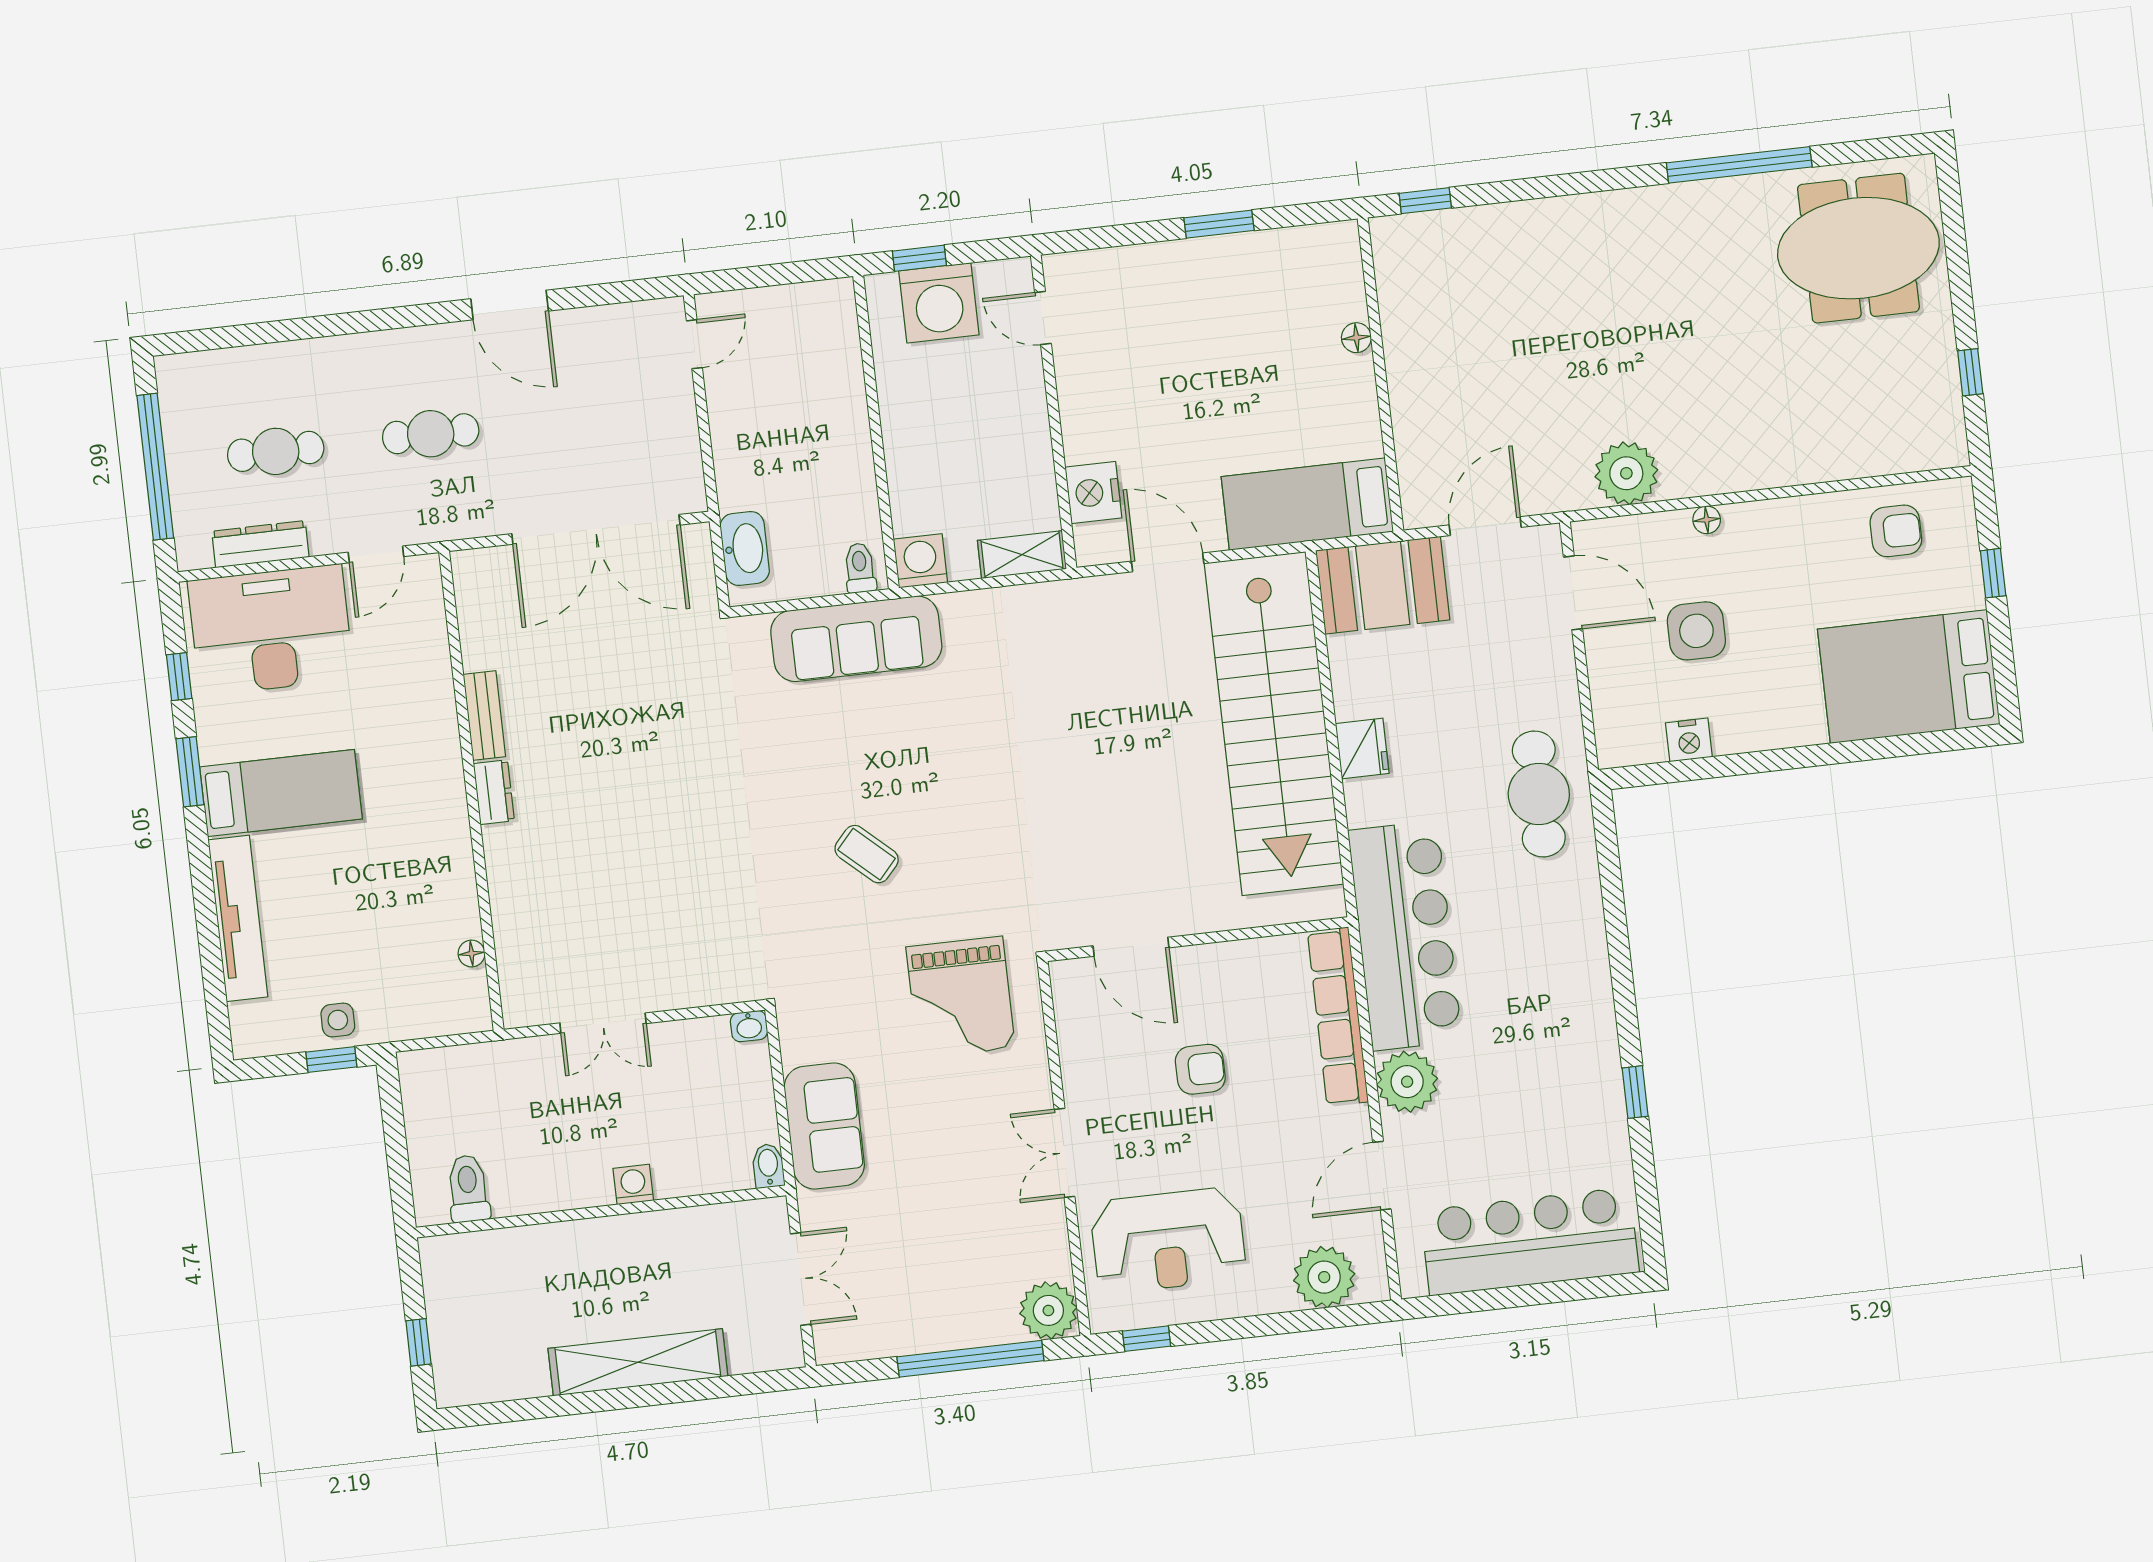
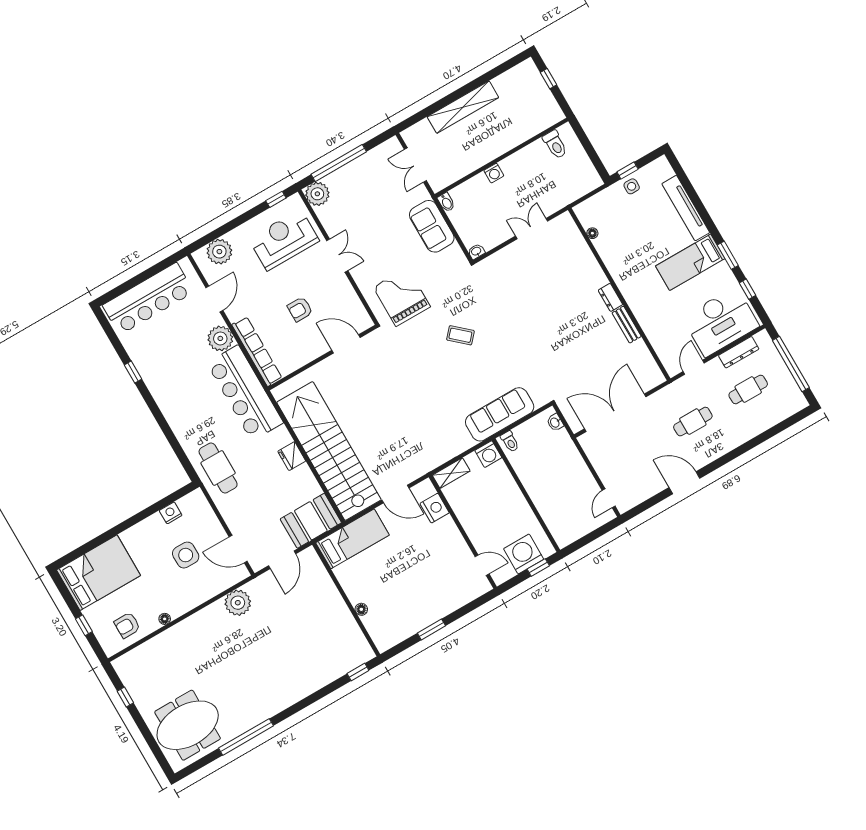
floor lamp: (1707, 520) -> (165, 619), moved
washbasin: (745, 548) -> (555, 422), width x0.52, depth x0.69

